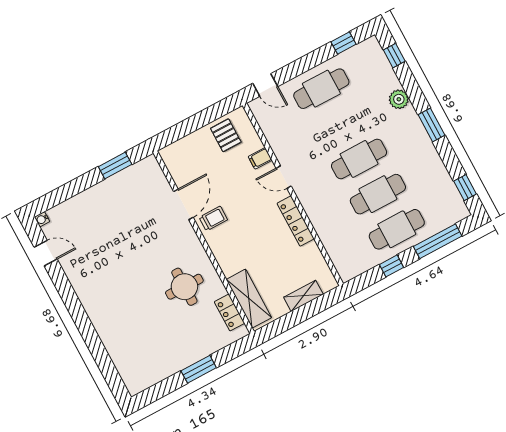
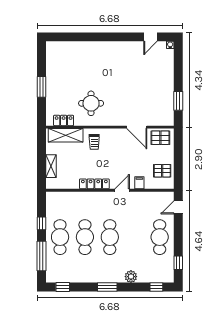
pallet: (181, 163) -> (160, 138), added
trolley: (213, 219) -> (94, 142), moved

